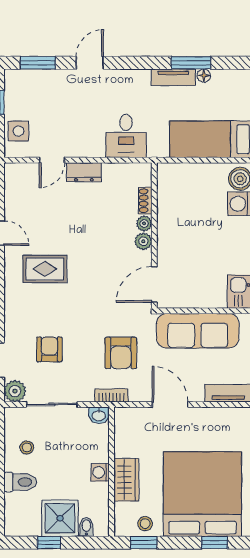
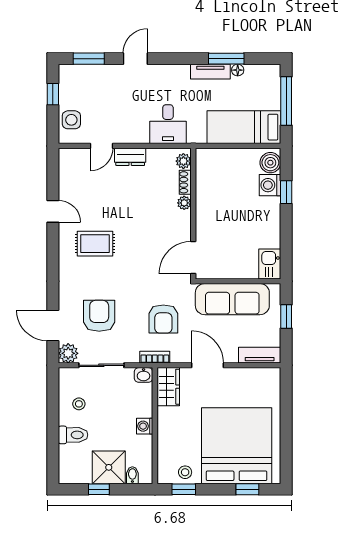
plant: (143, 241) -> (183, 161), moved
armchair: (49, 349) -> (99, 316), width x1.38, depth x1.38
wardrobe: (126, 480) -> (168, 387), moved

